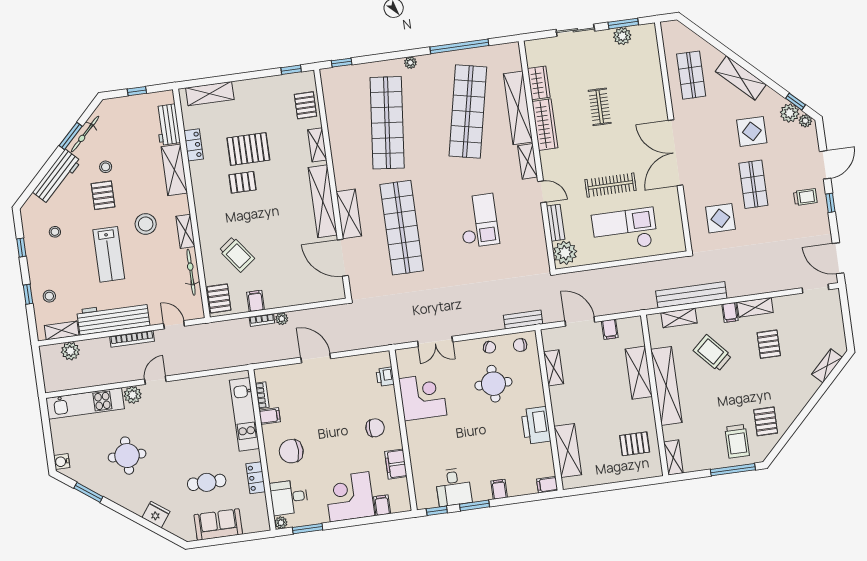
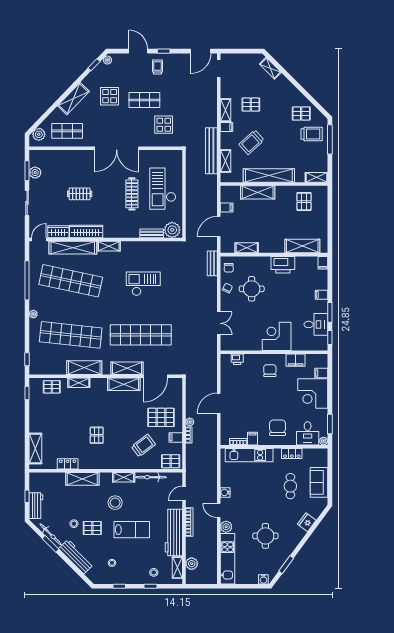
plant: (790, 113) -> (39, 134), moved
workbench: (168, 125) -> (36, 506), moved, turned -90
pallet: (248, 149) -> (161, 417), moved, turned 90
shelving: (341, 150) -> (84, 368), added
door: (542, 192) -> (39, 239), moved
shelving: (323, 201) -> (124, 384), width x0.68
water cooler: (184, 386) -> (225, 492), added
corner desk: (423, 397) -> (277, 336), moved
chair: (291, 451) -> (278, 428), turned 180

